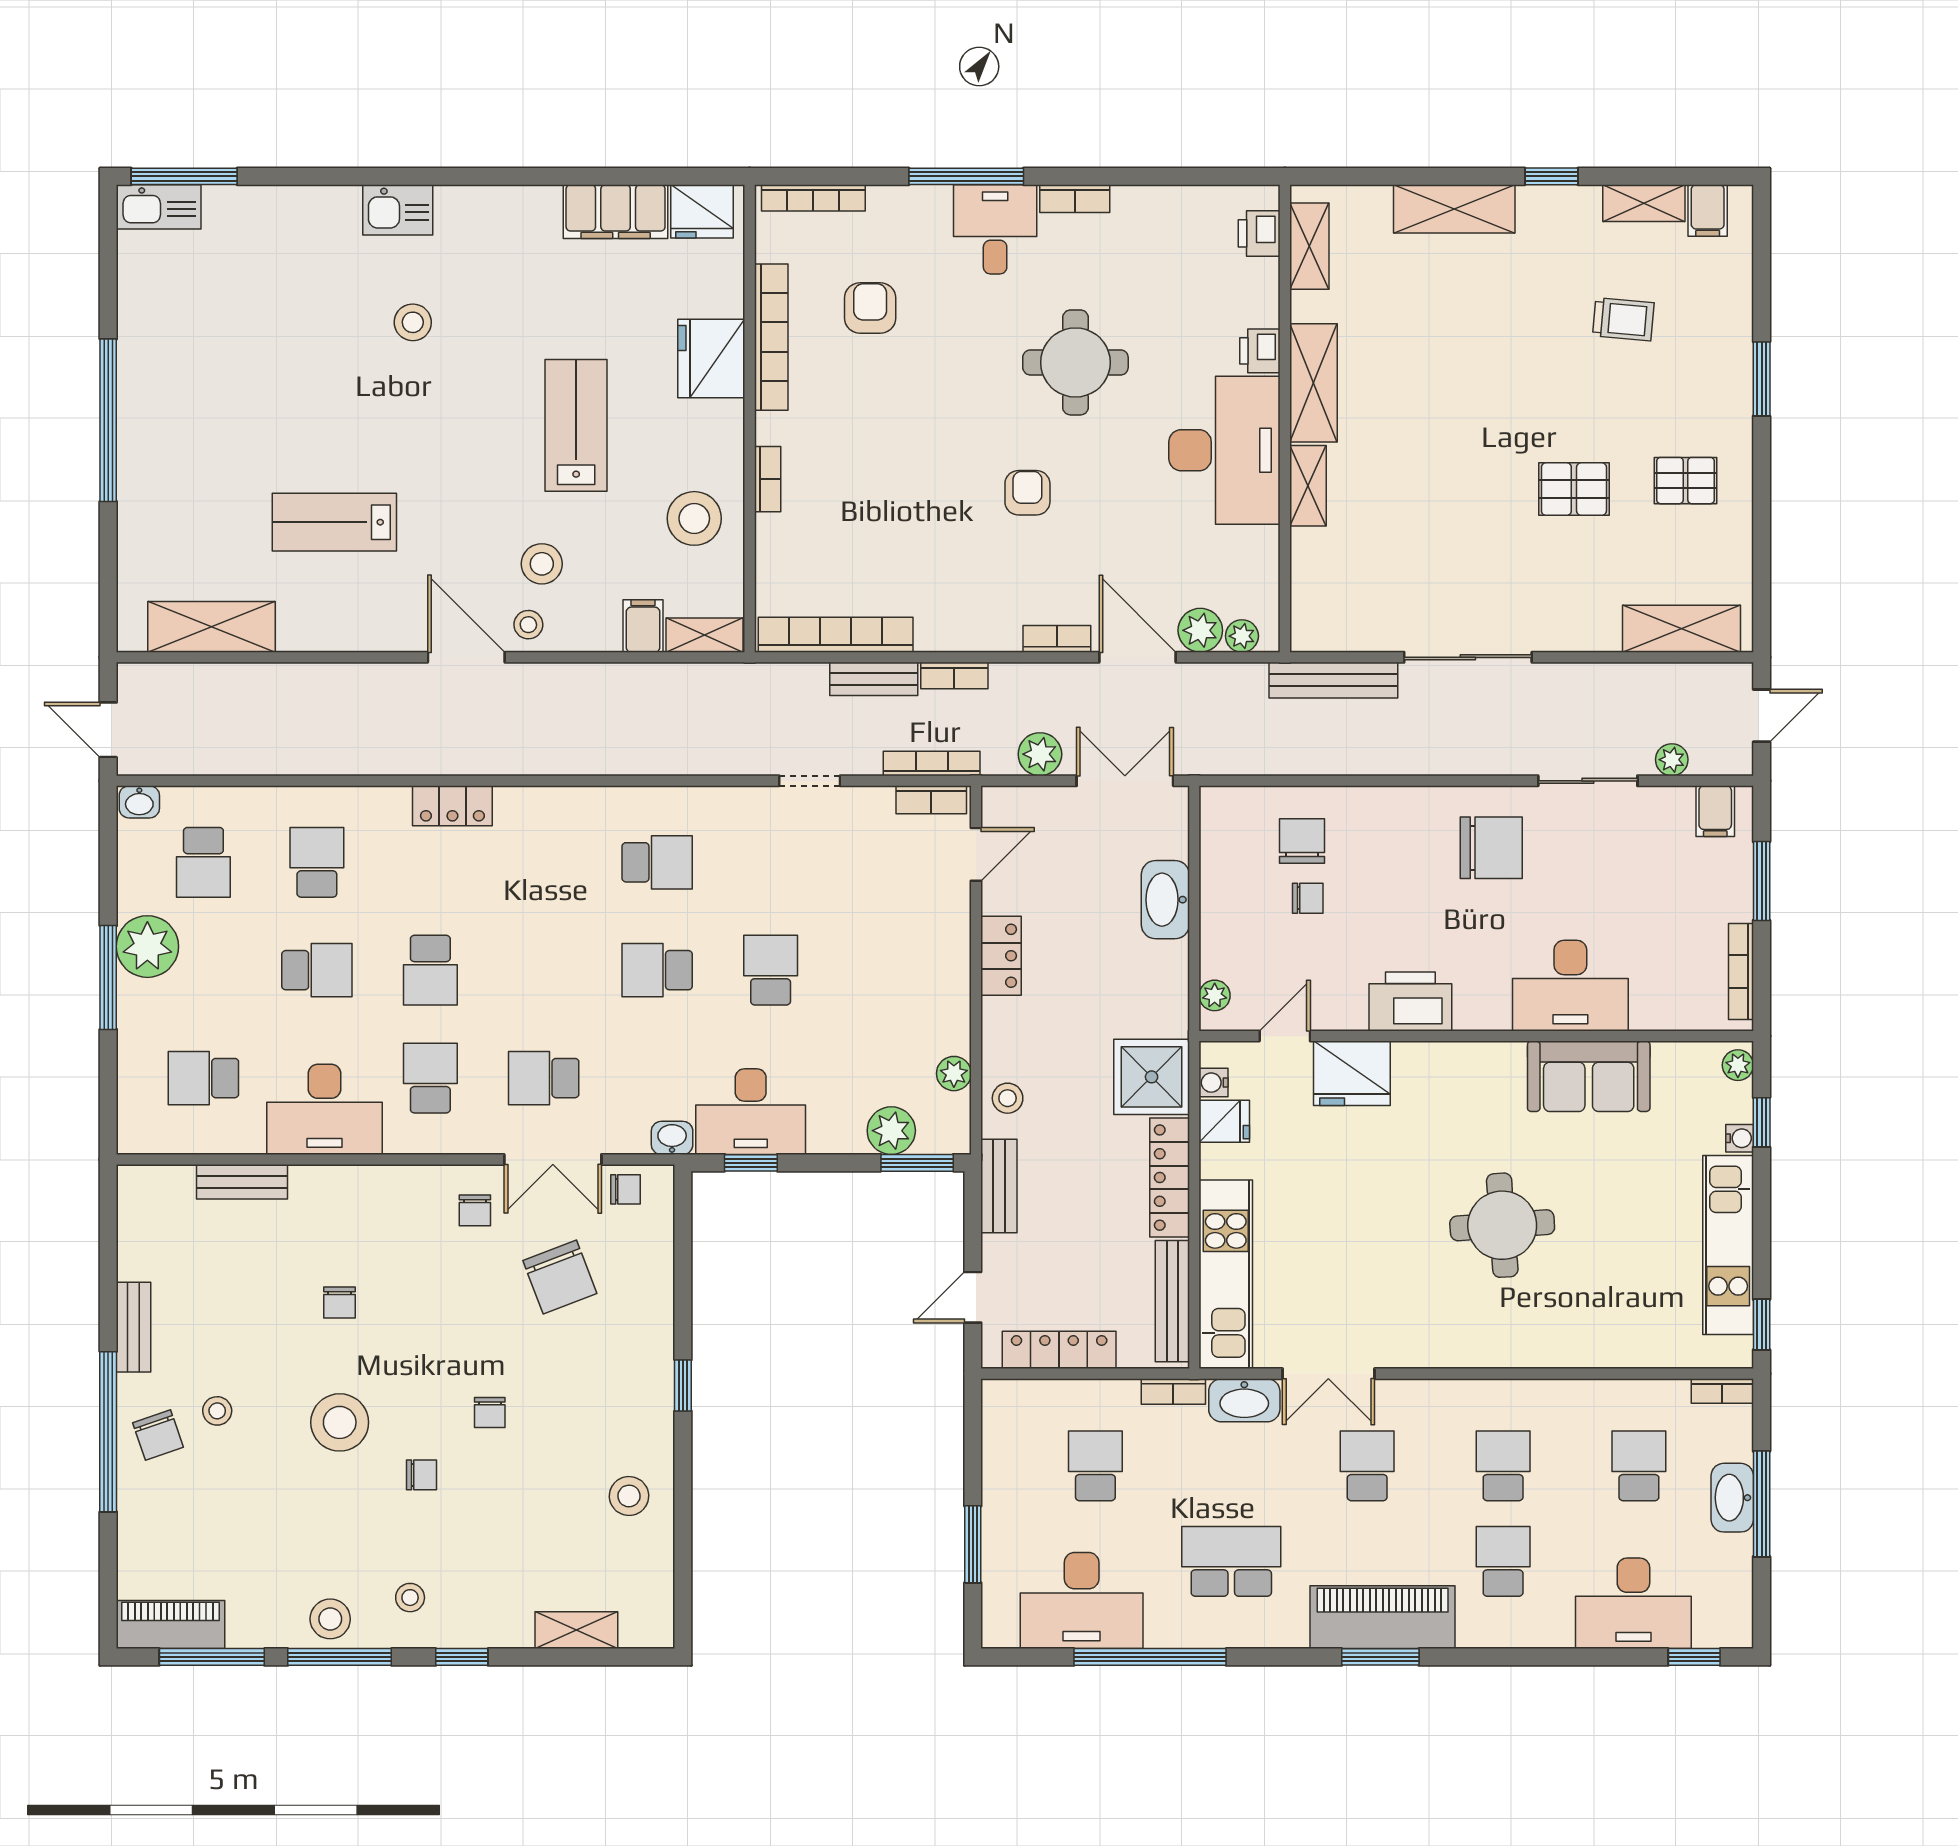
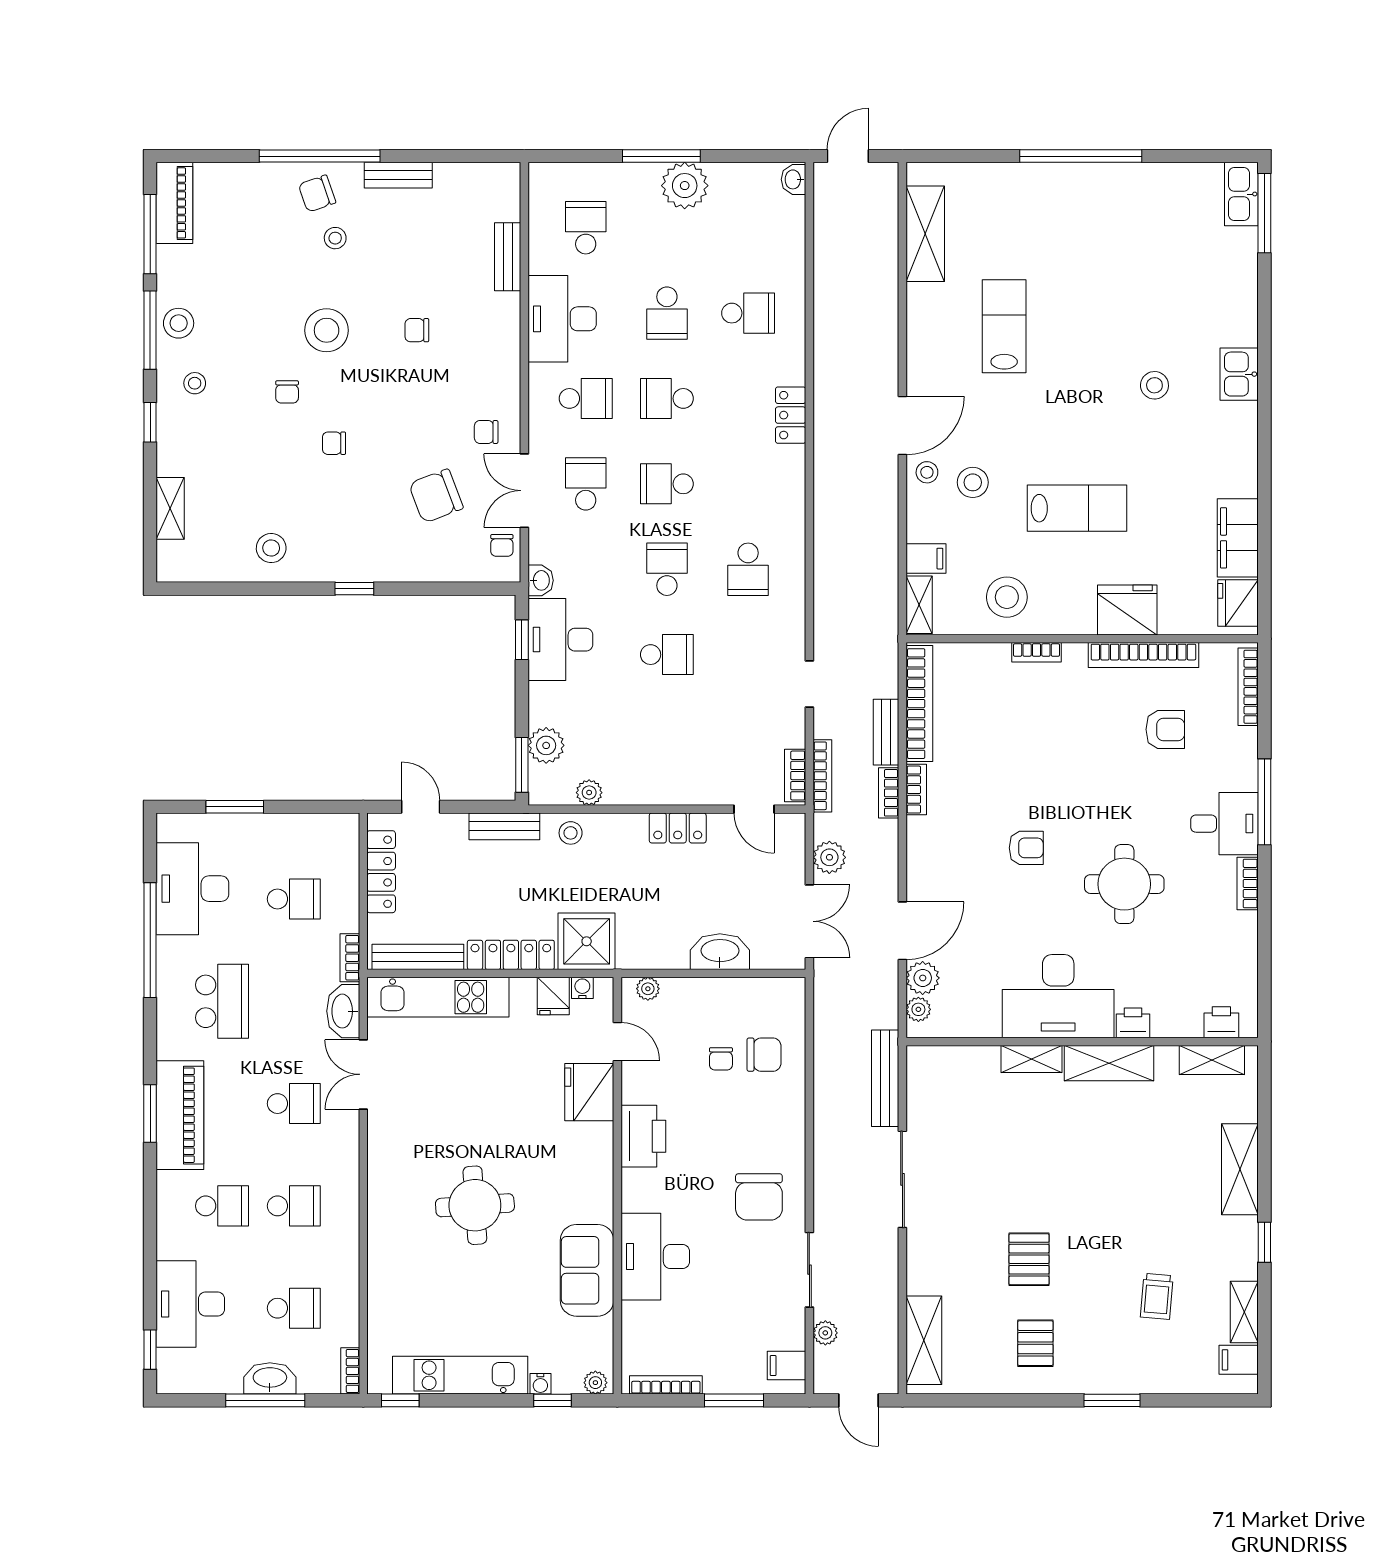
bookcase: (1057, 639) -> (916, 790), moved
school desk: (203, 862) -> (667, 484), moved

